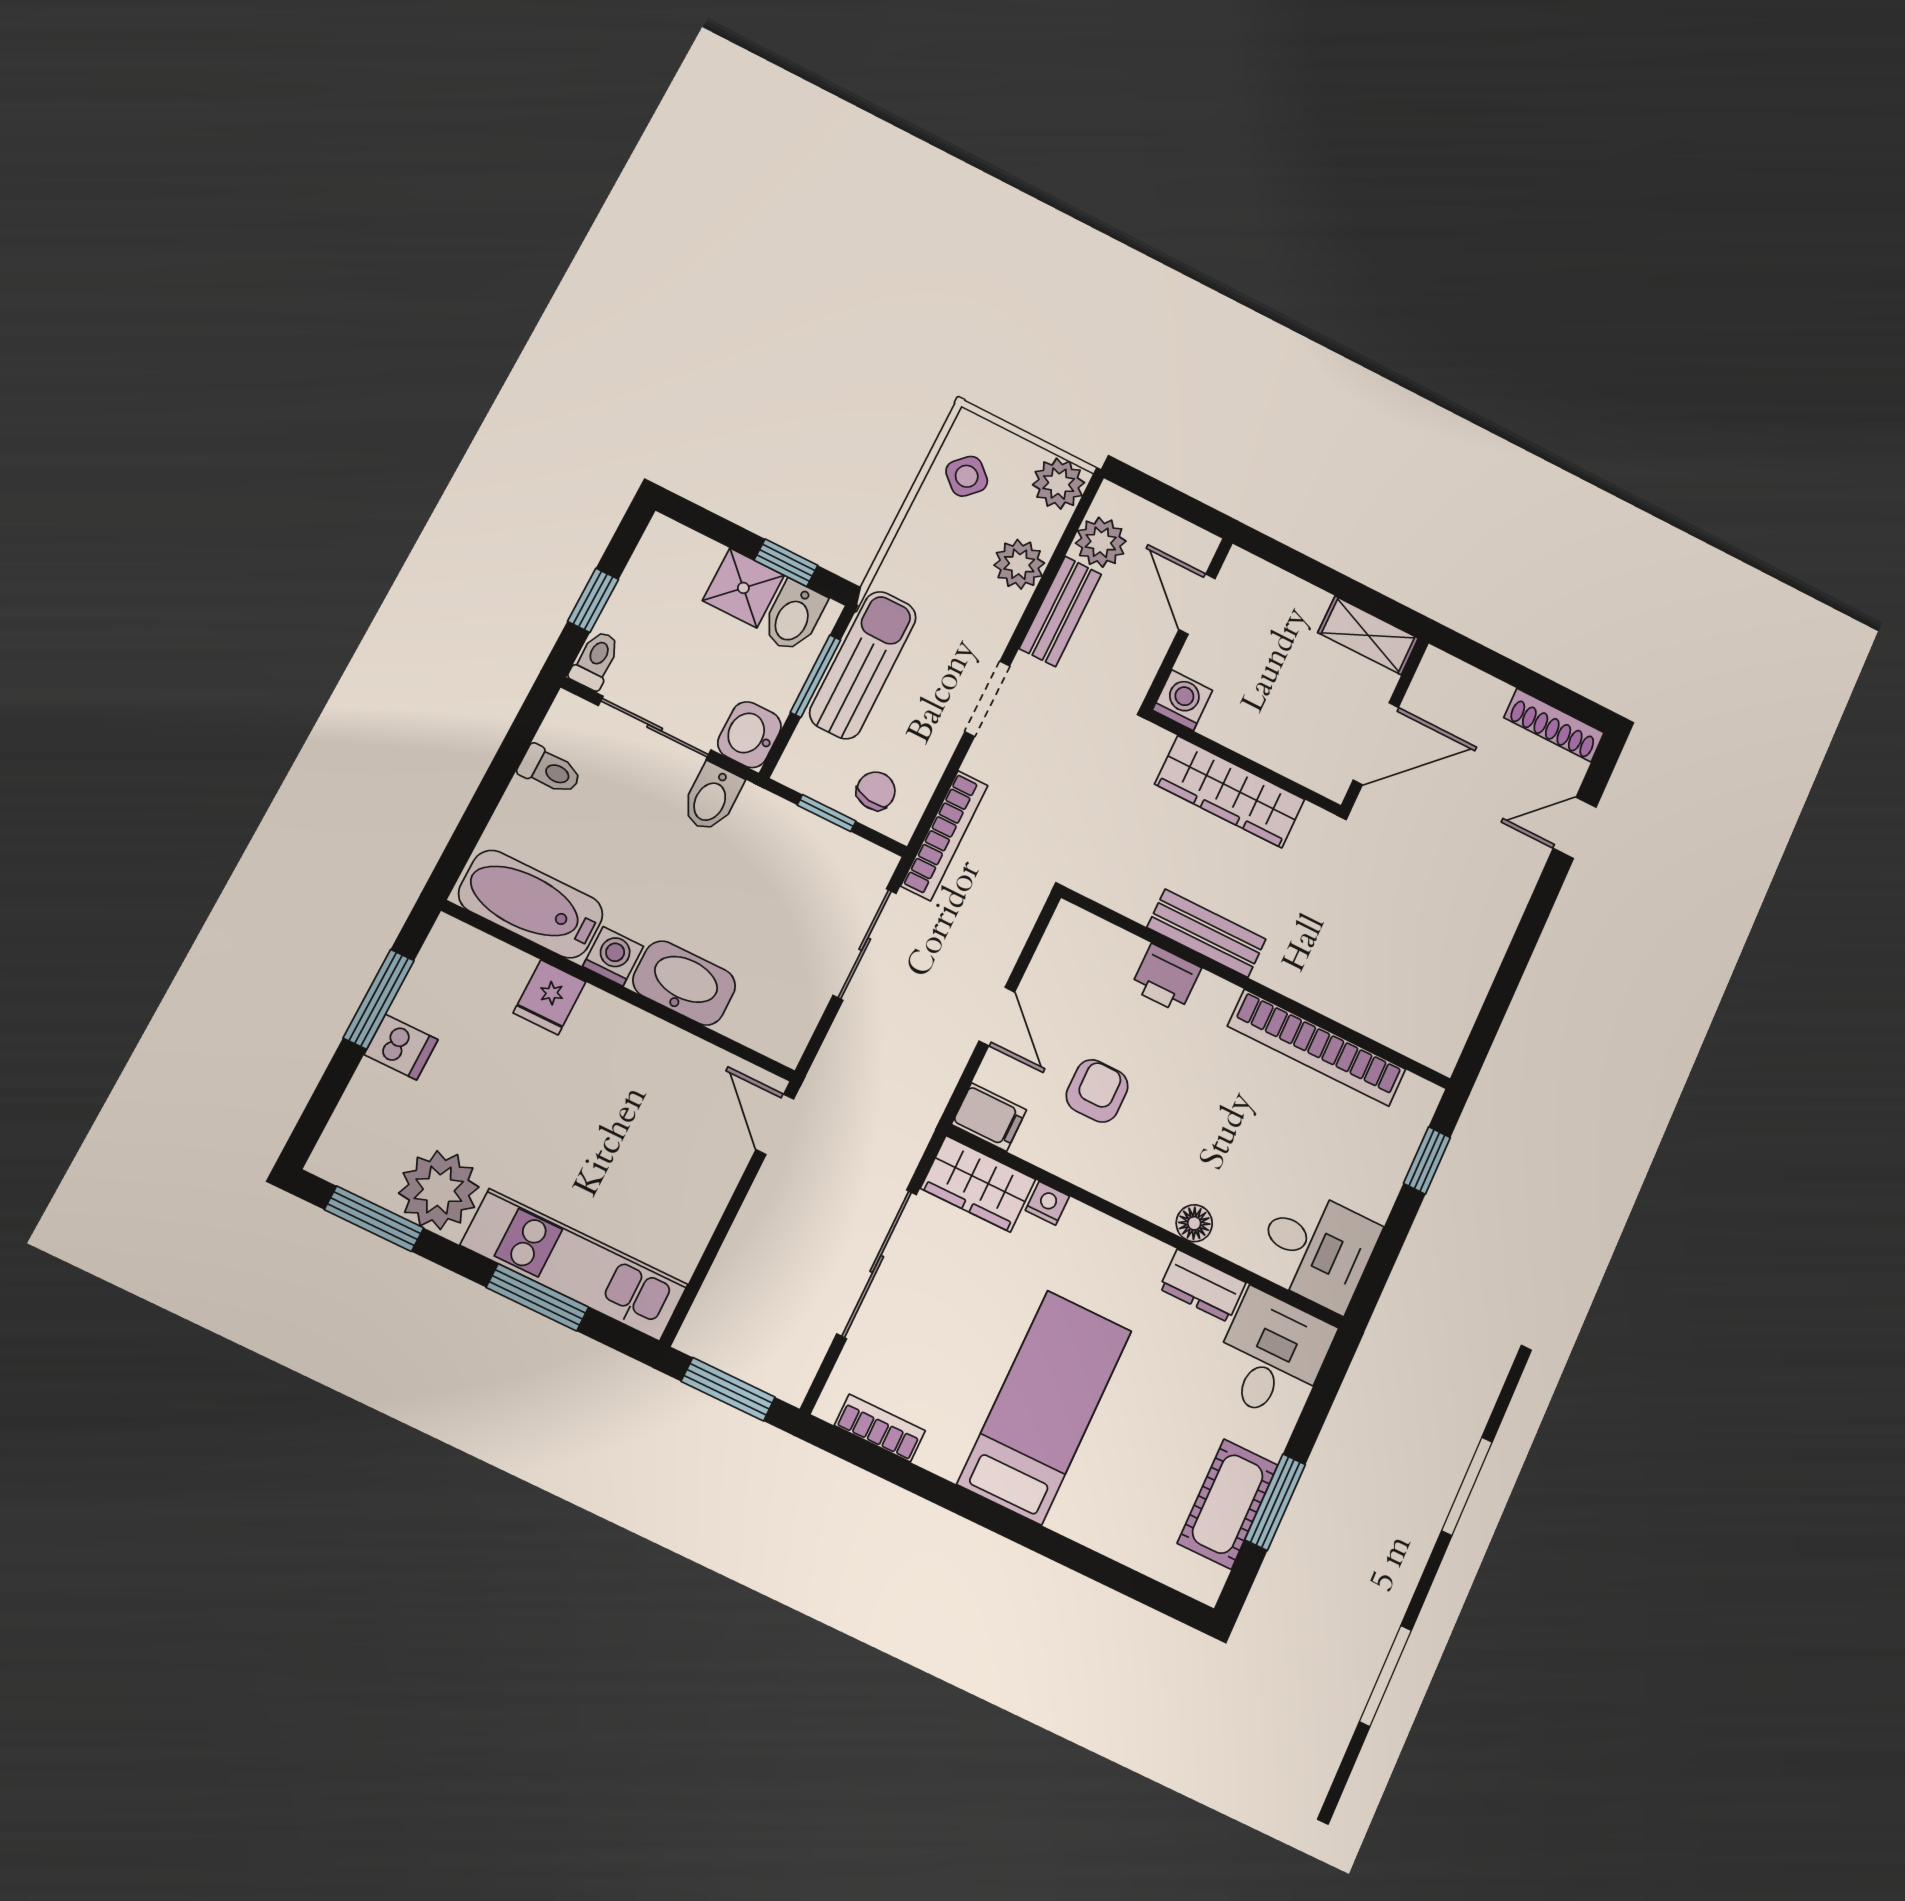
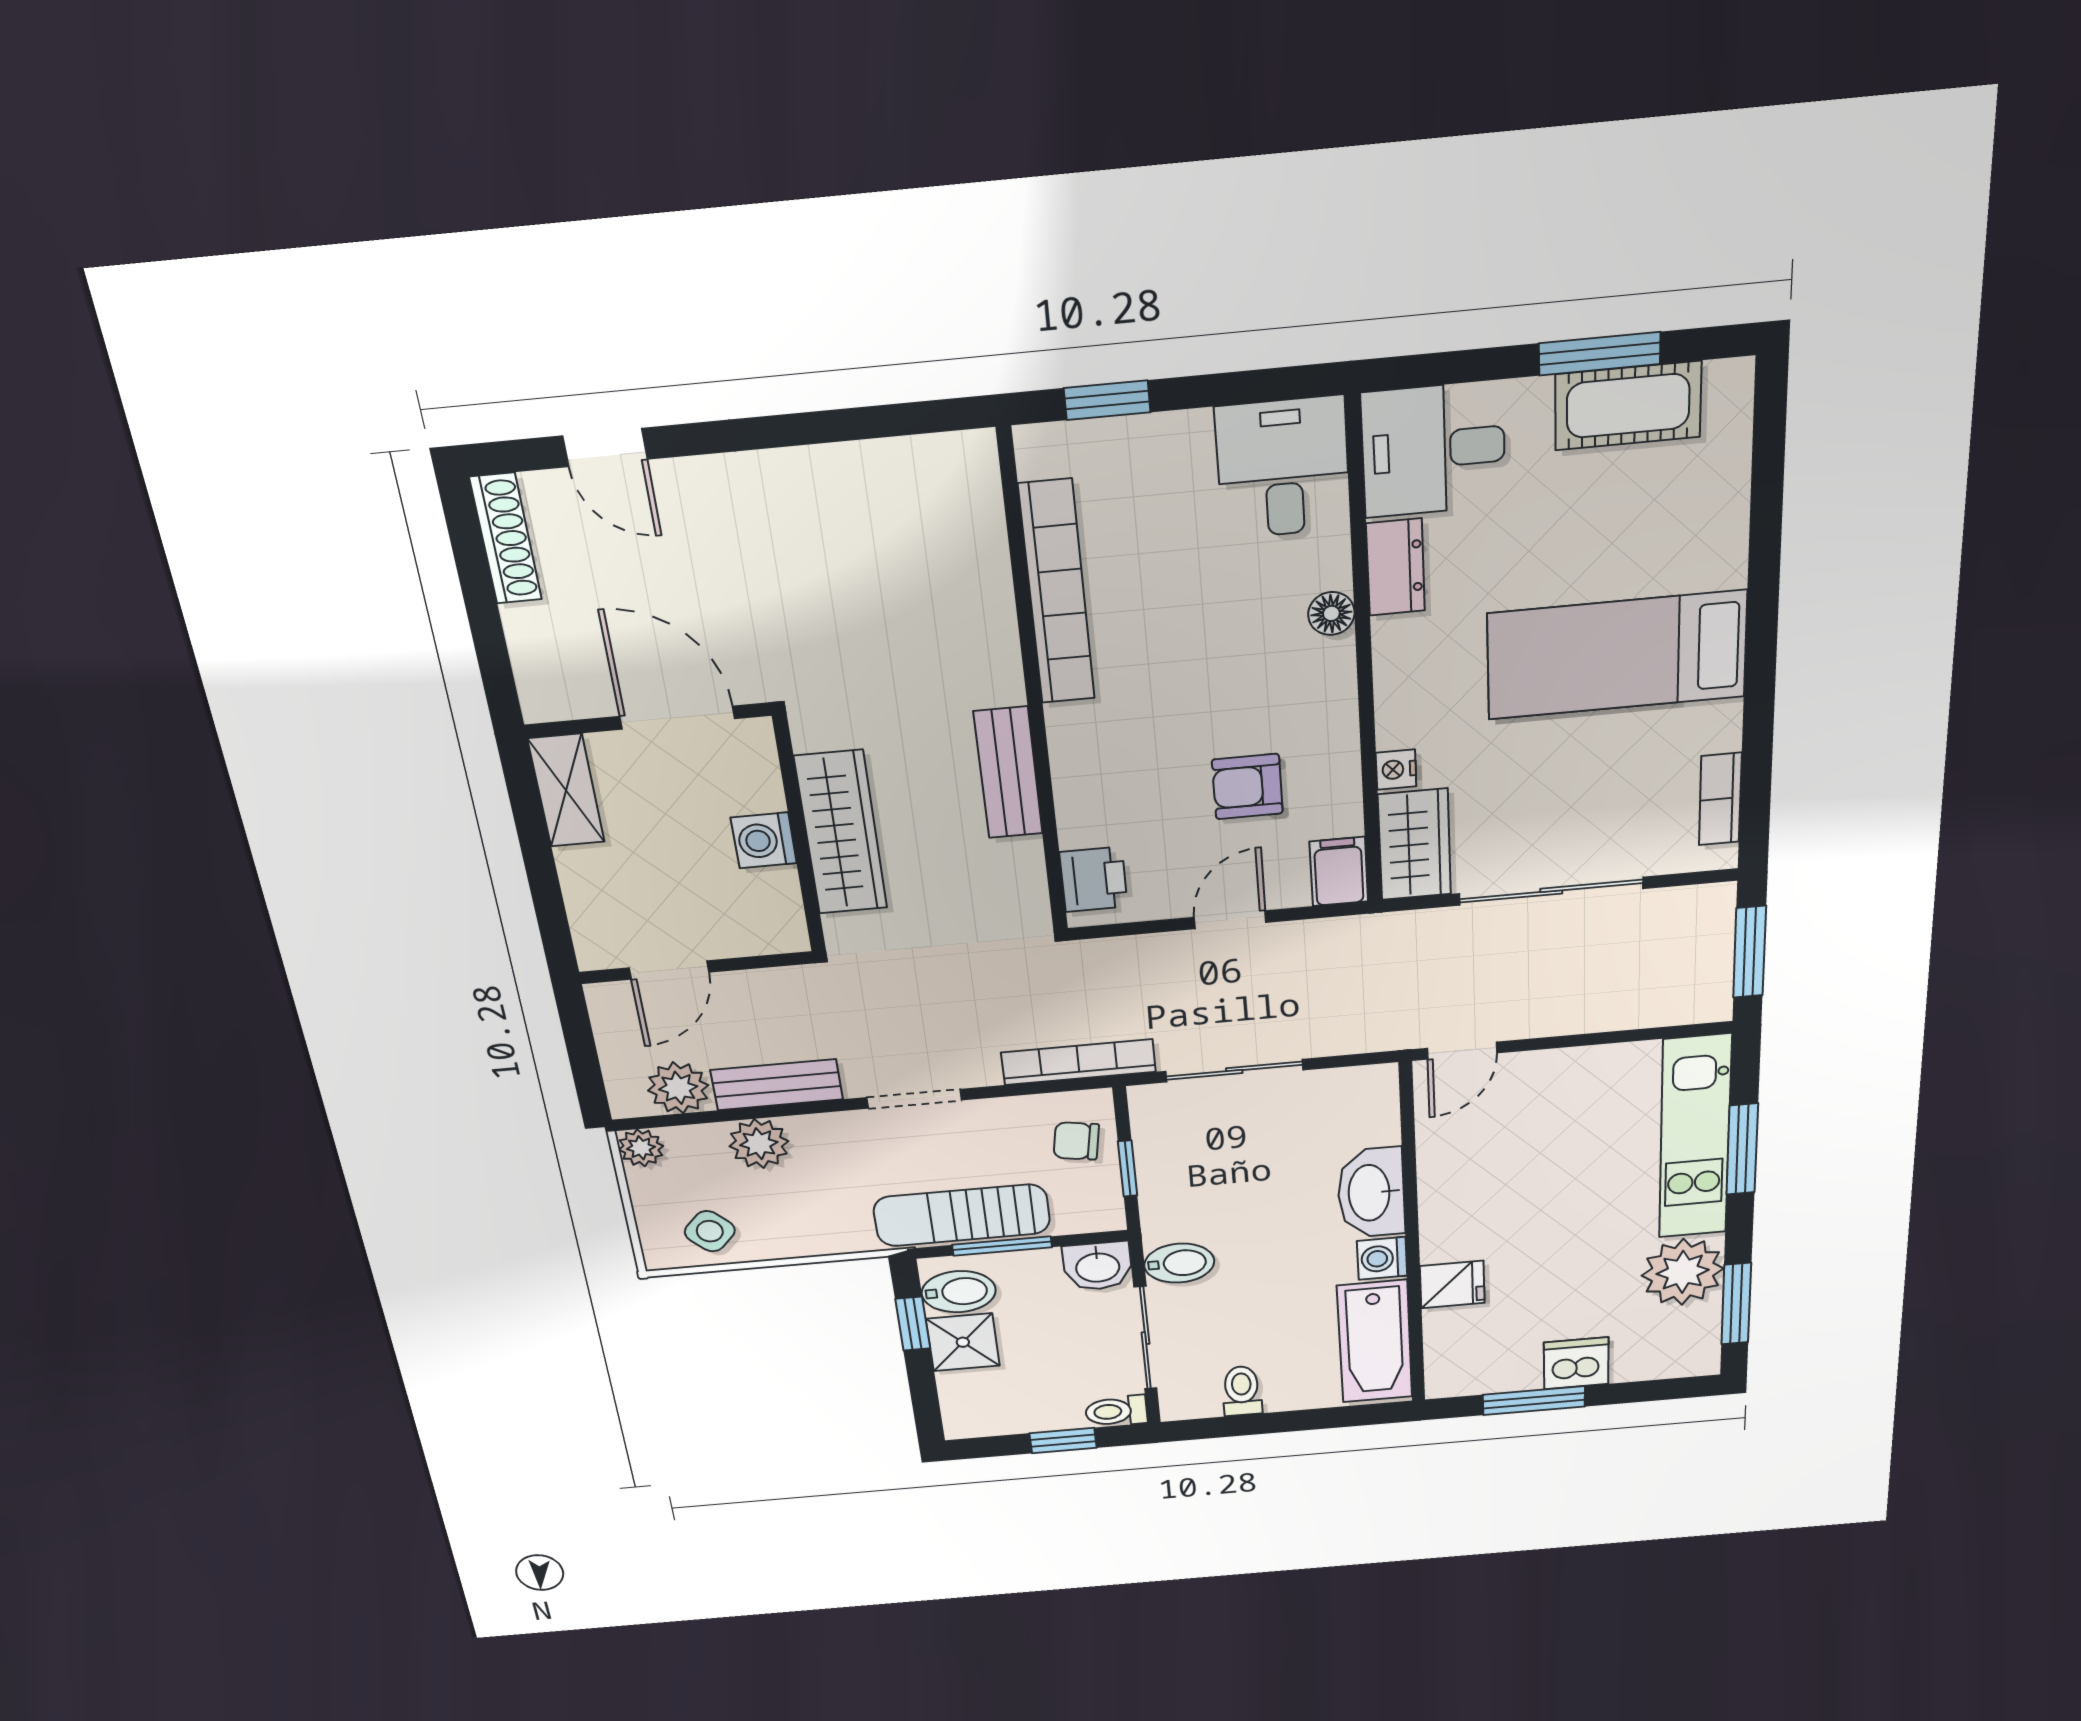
plant: (1059, 484) -> (641, 1148), width x0.73, depth x0.73
washing machine: (1182, 700) -> (764, 840), moved
printer: (1166, 978) -> (1094, 879), moved
dishwasher: (401, 1047) -> (1576, 1363), width x1.38

